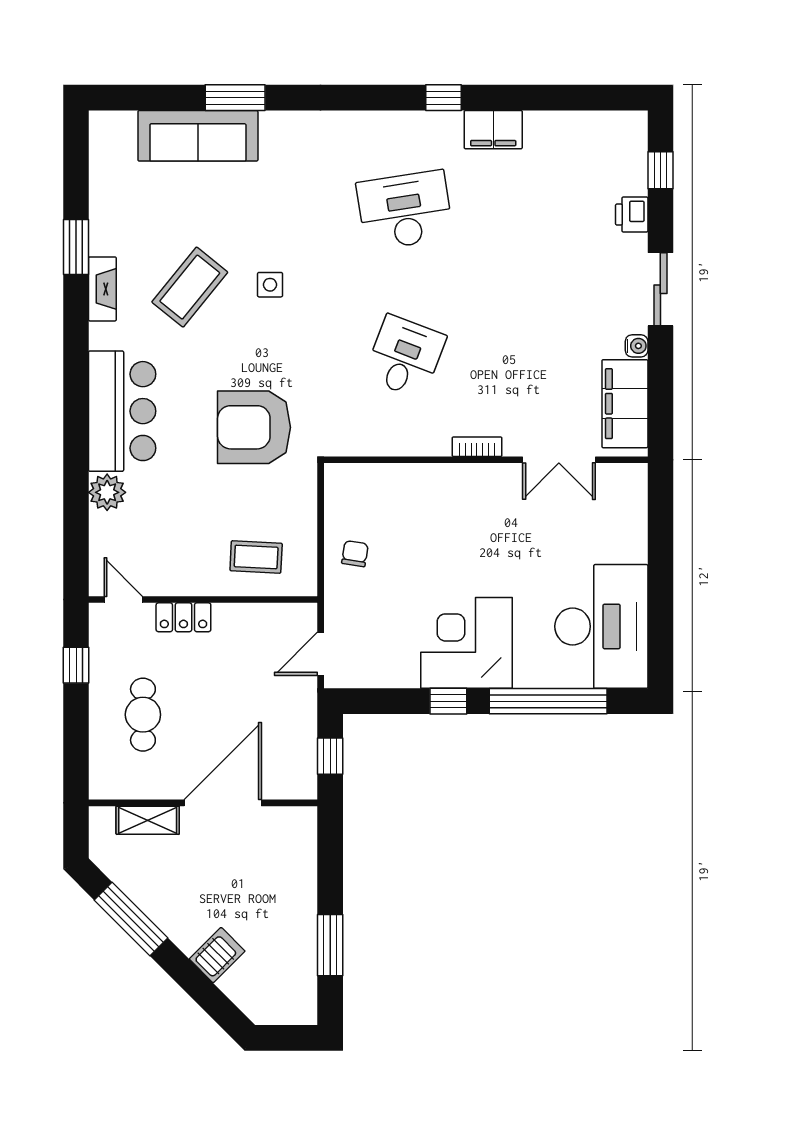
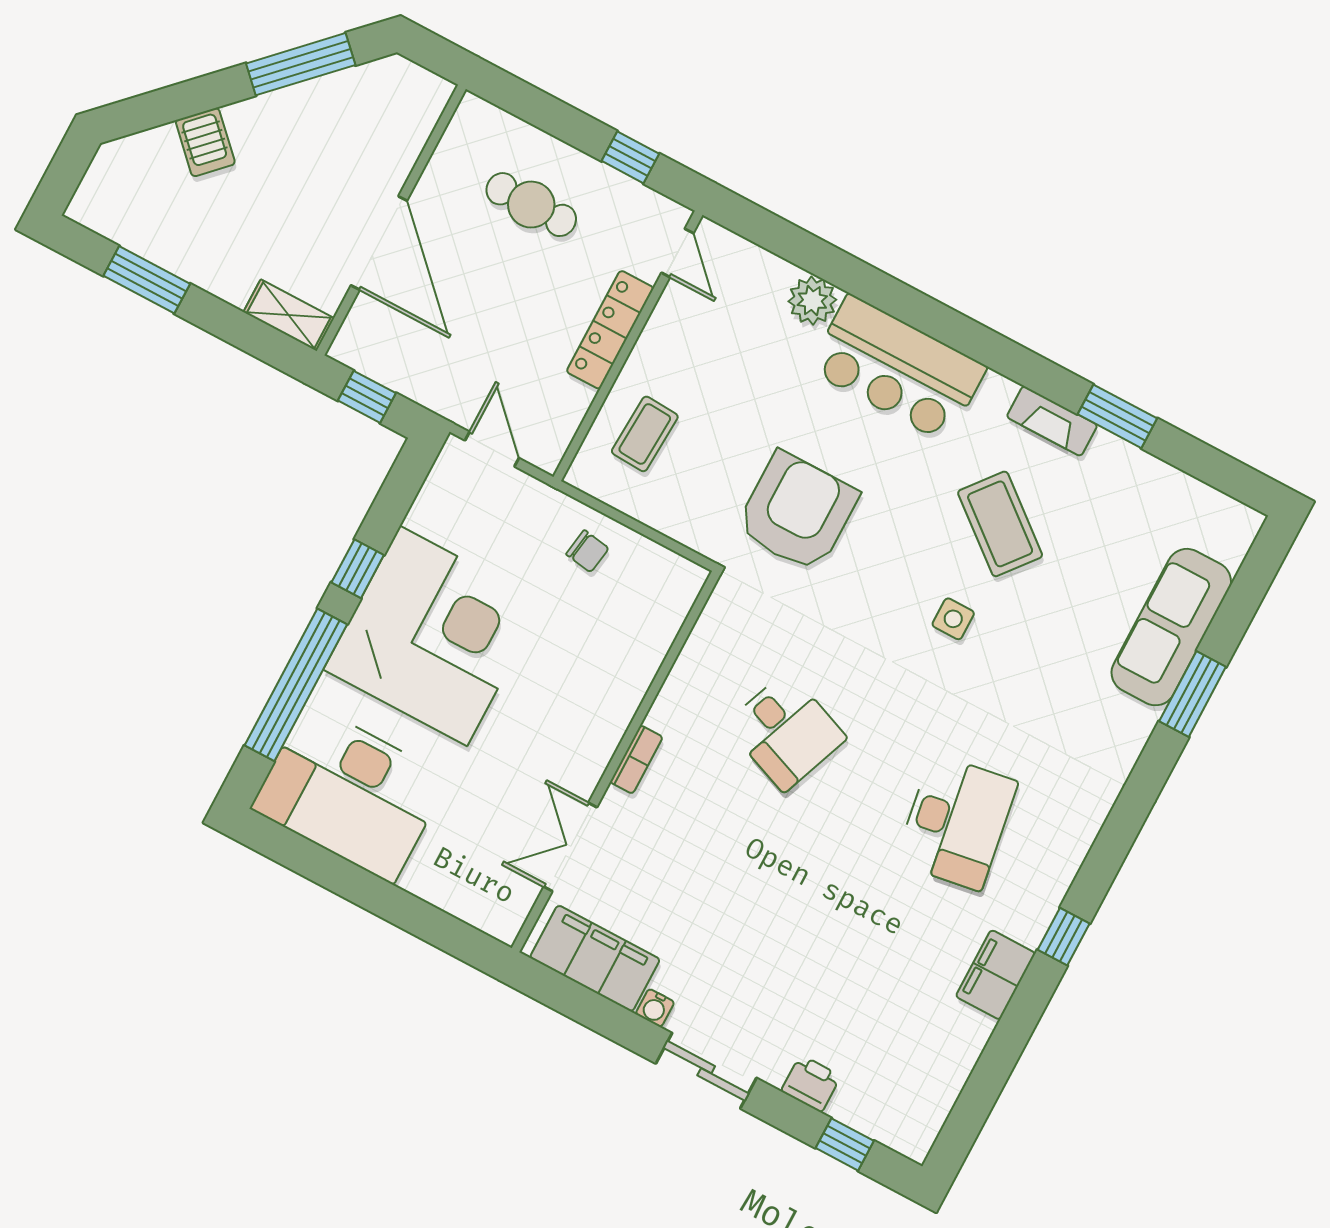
door: (123, 600) -> (677, 253), hinge flipped
locker: (183, 617) -> (610, 330), width x1.53
corner desk: (466, 643) -> (433, 636), width x1.36, depth x1.36
shelving: (148, 820) -> (289, 315), moved, turned 90

